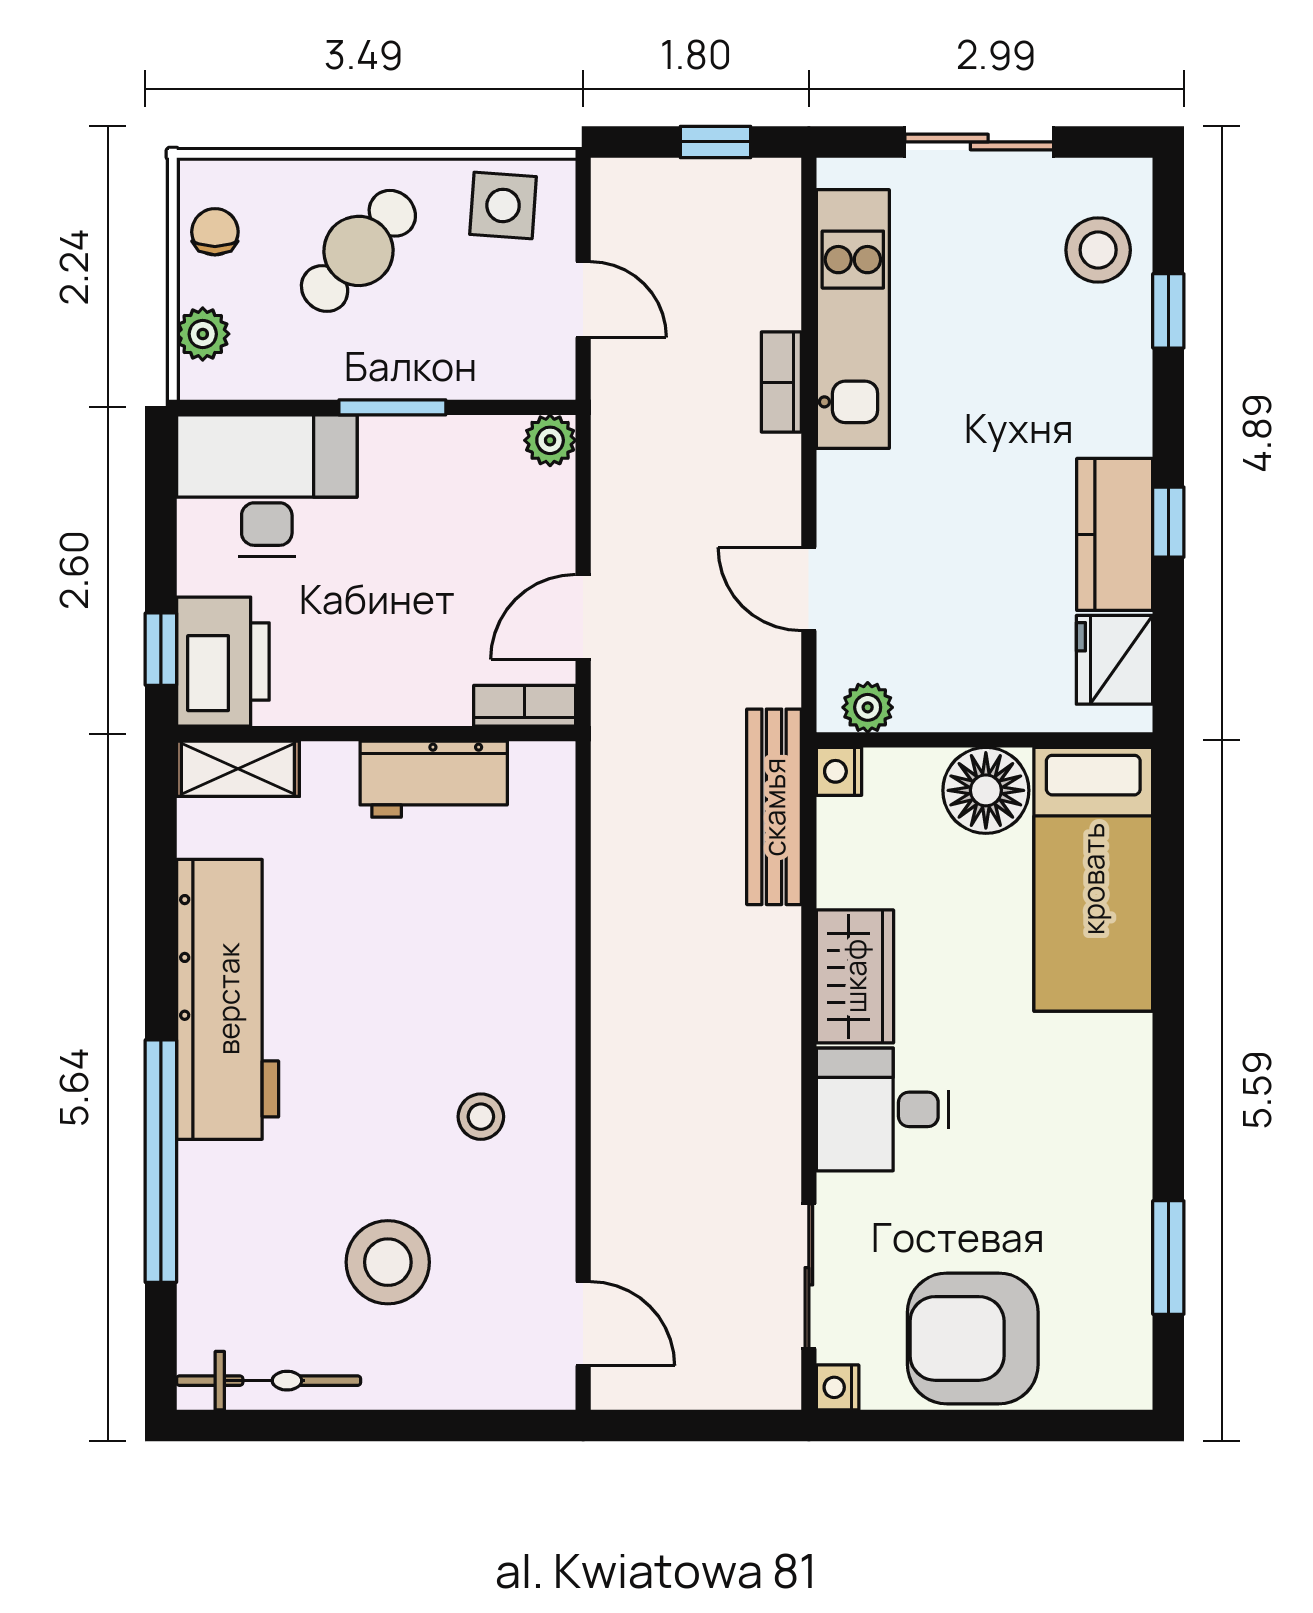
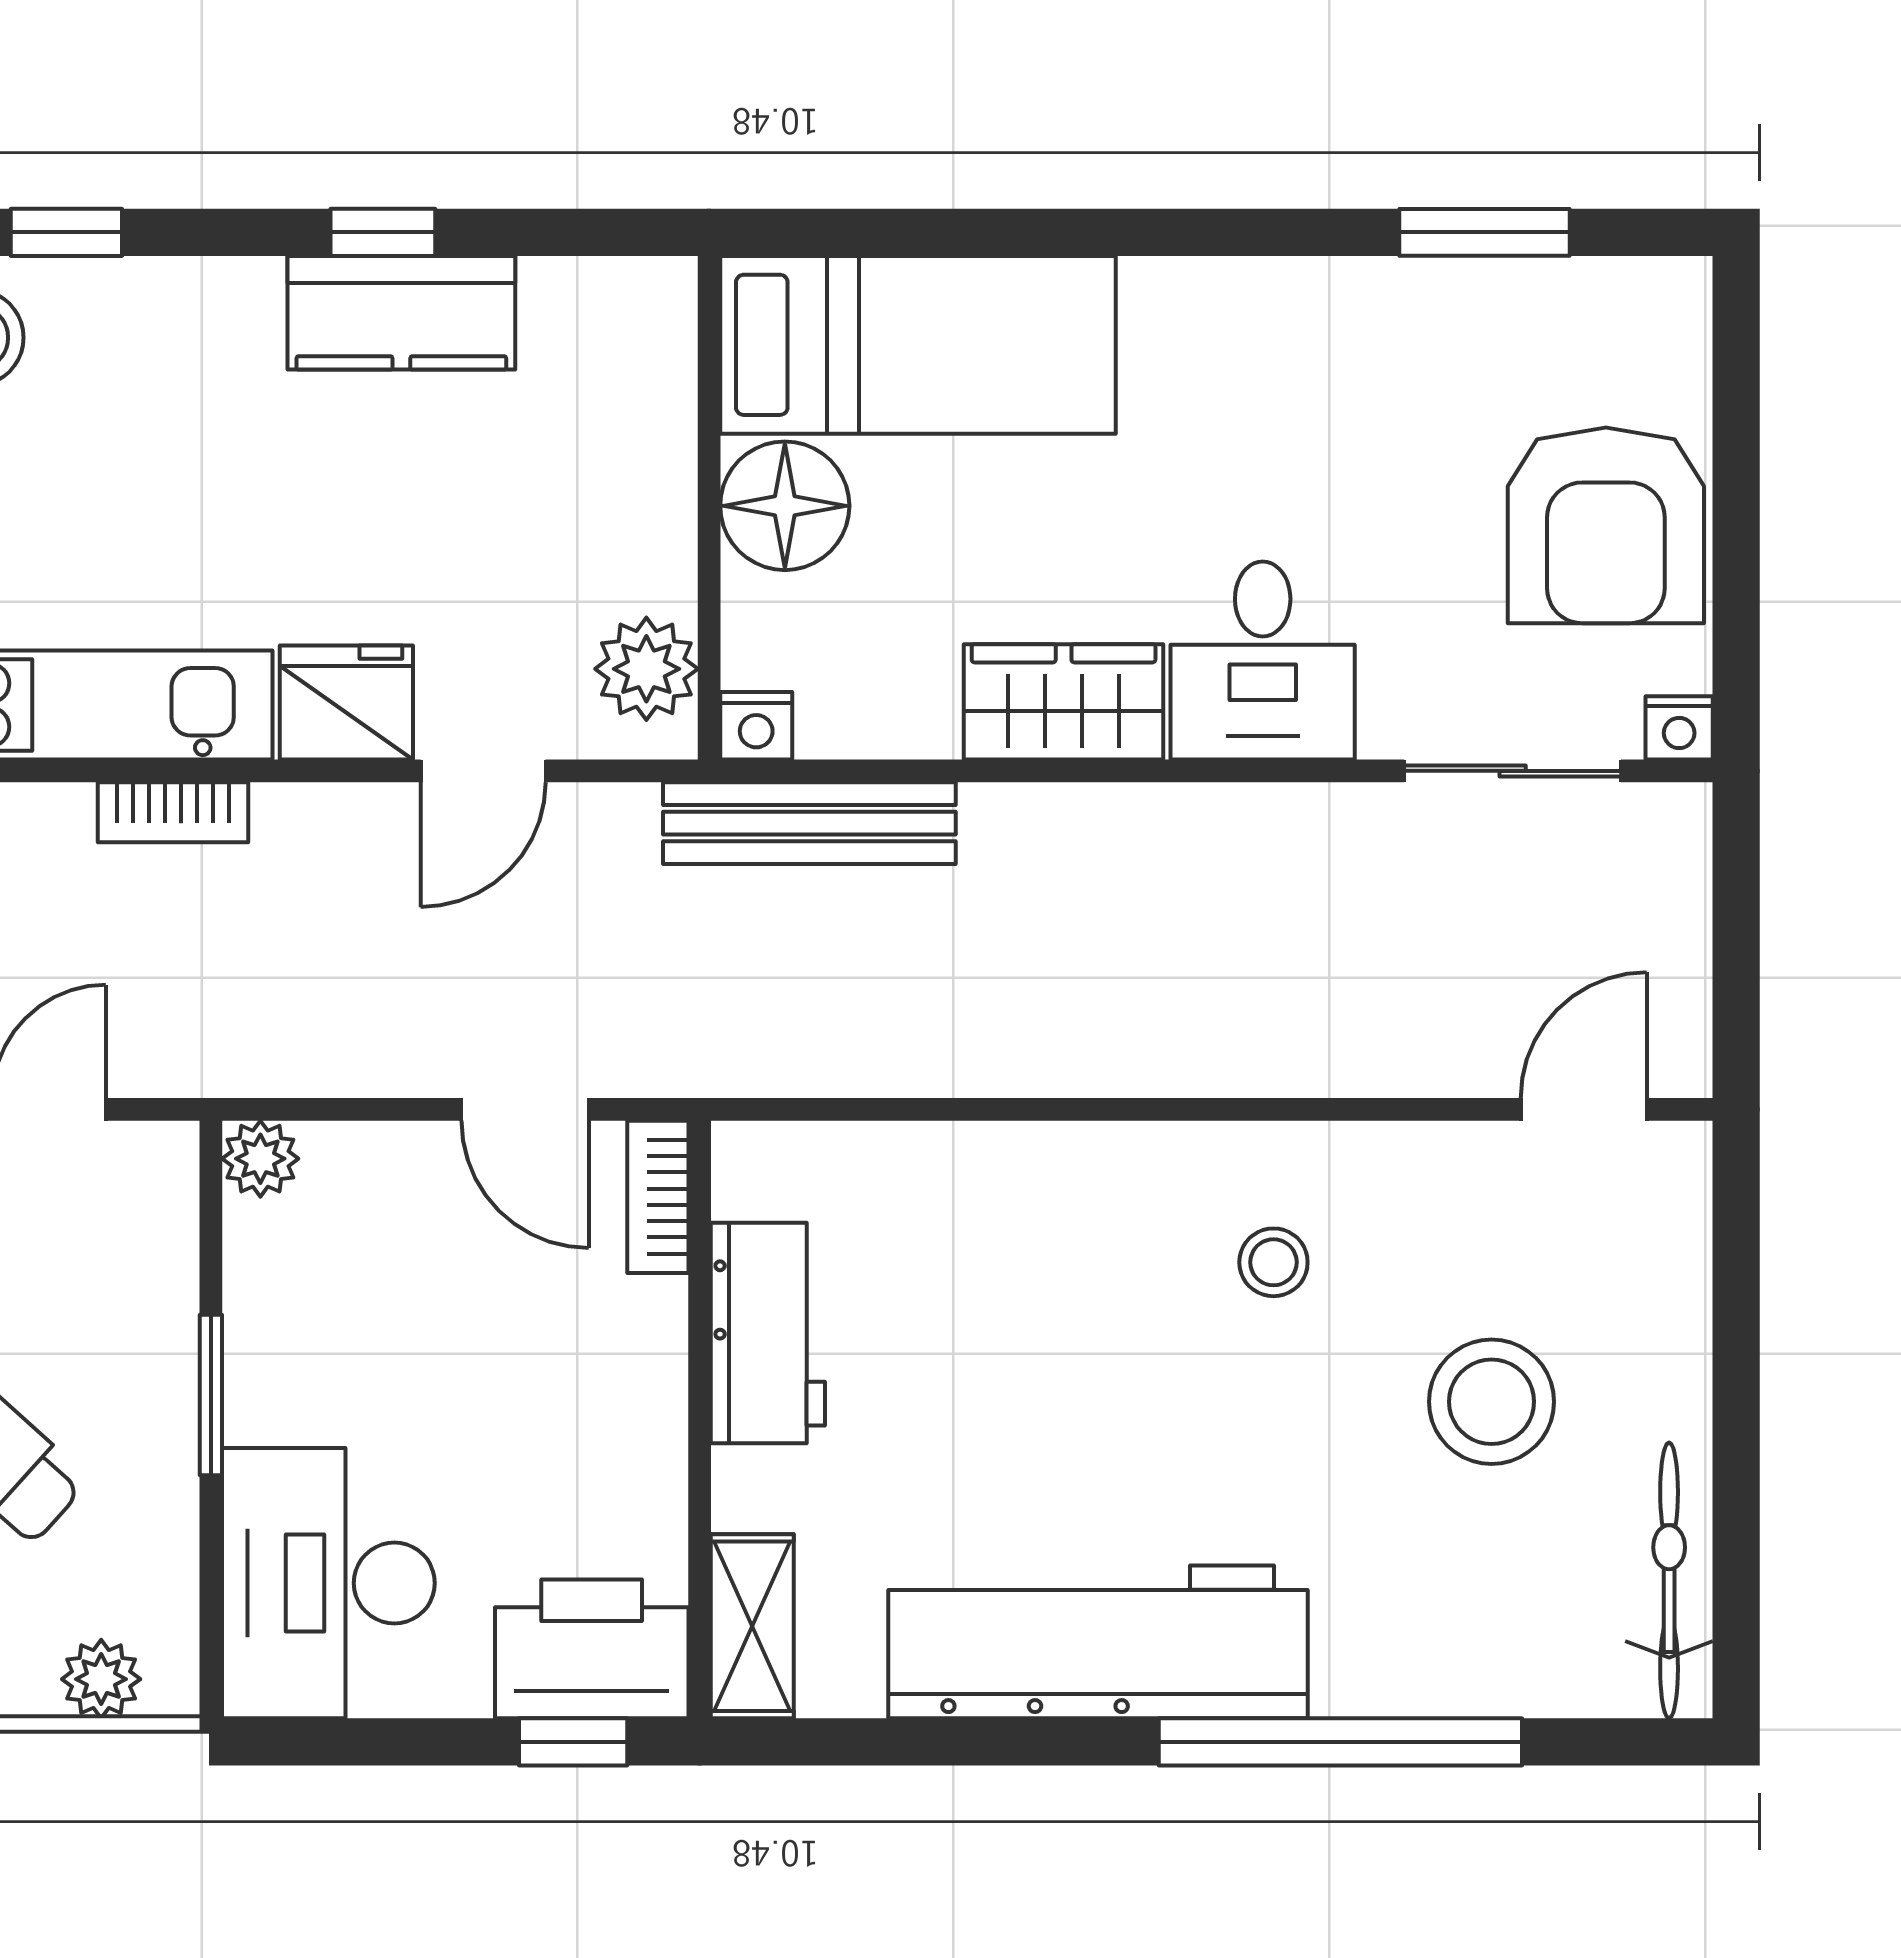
fridge: (1114, 660) -> (346, 702), moved, turned 180
plant: (868, 707) -> (646, 669), width x1.38, depth x1.38

